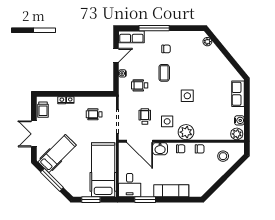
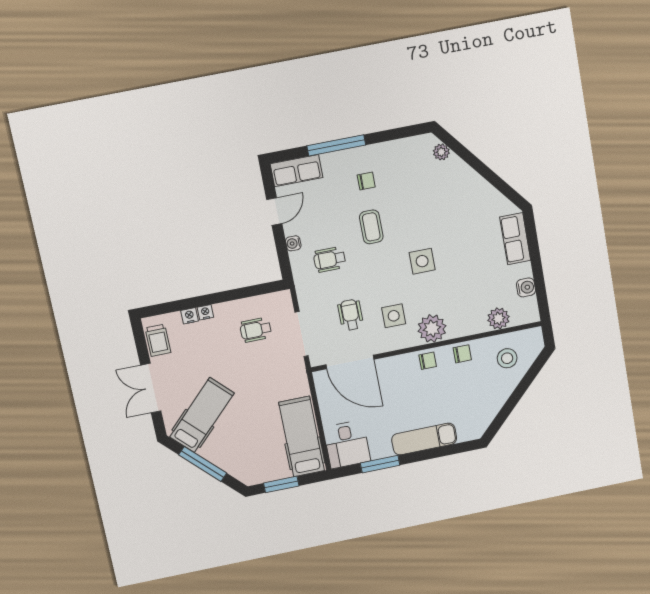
plant: (237, 134) -> (499, 318), moved
washbasin: (160, 149) -> (390, 368), removed
hospital bed: (103, 170) -> (302, 437), width x0.73, depth x0.78

